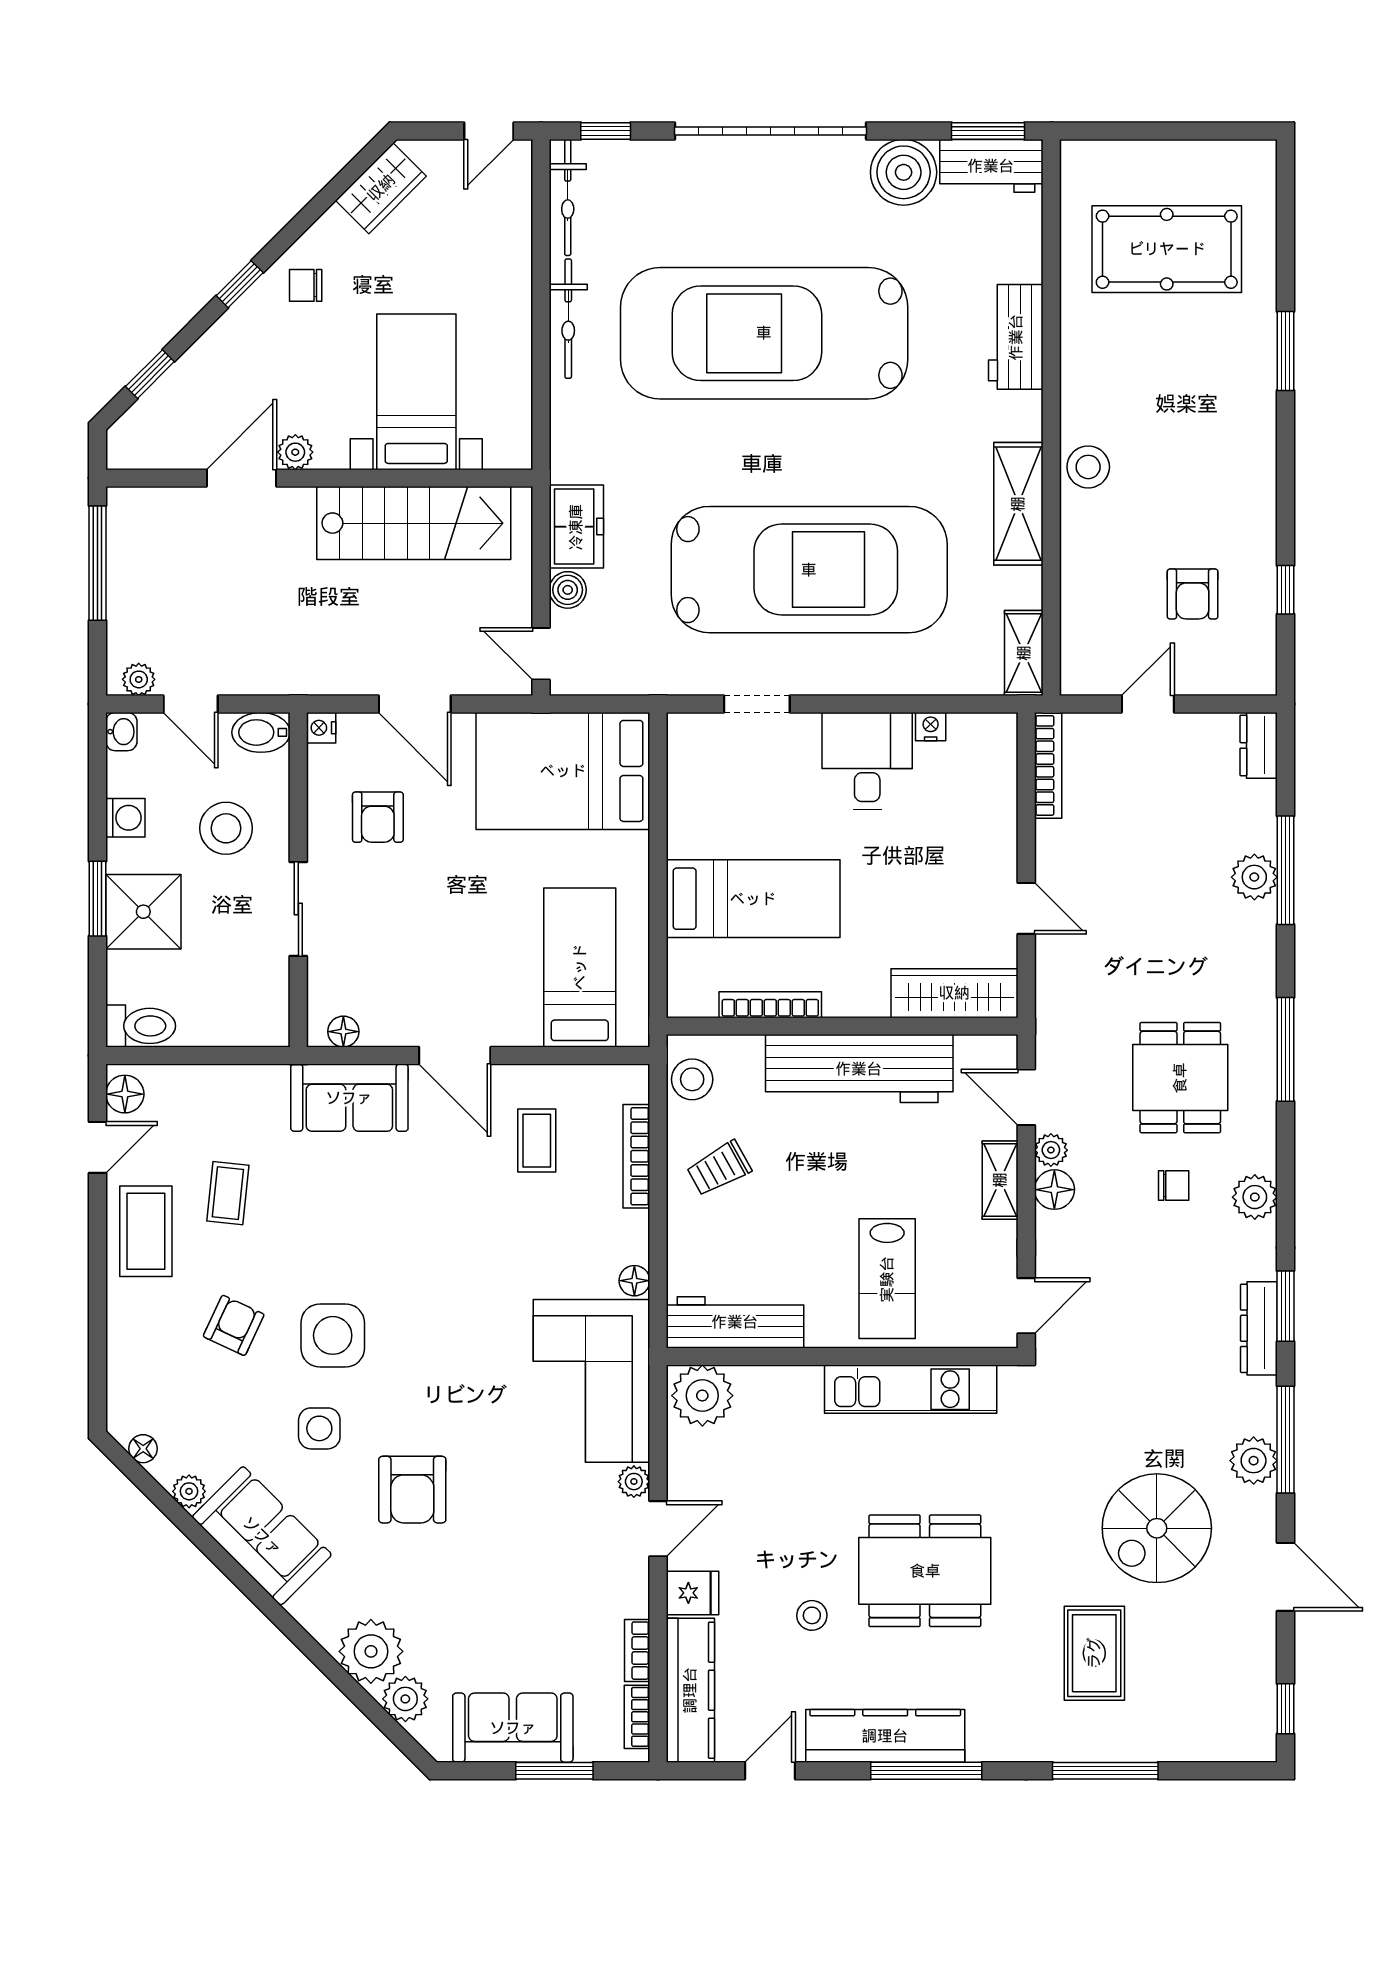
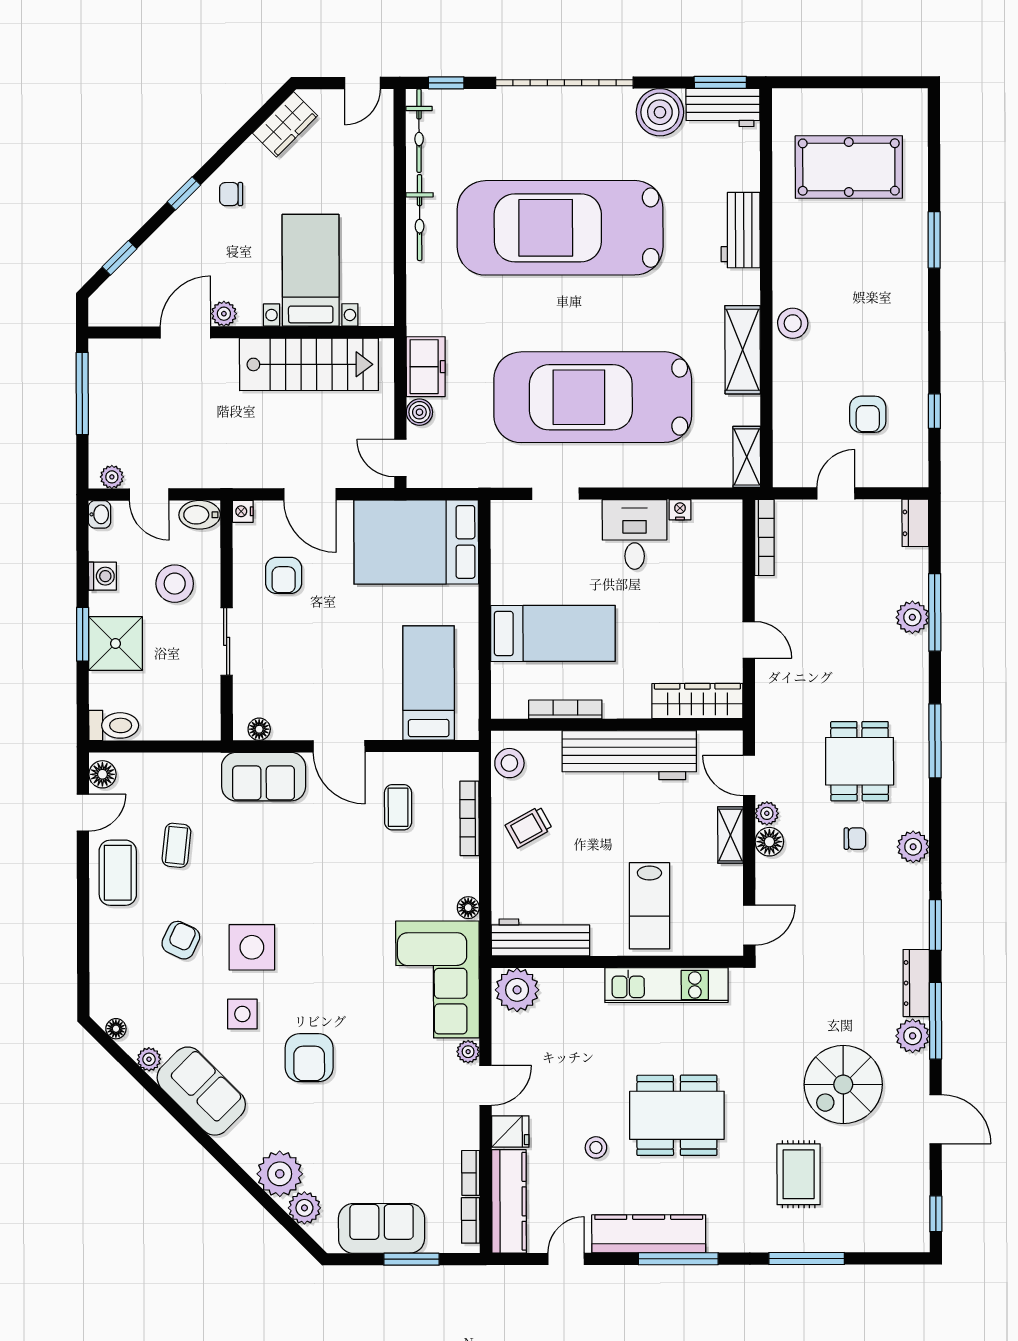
car: (809, 570) -> (593, 397), turned 180
dresser: (1259, 1328) -> (916, 983), moved

